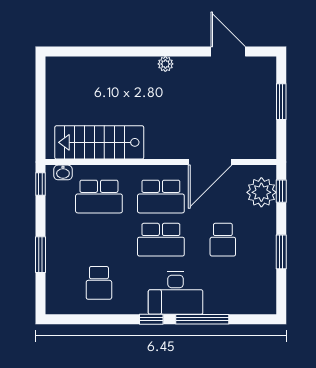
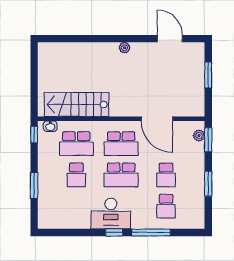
door: (210, 162) -> (157, 119), hinge flipped
window: (281, 191) -> (208, 140), width x1.50
plant: (261, 192) -> (199, 136), width x0.53, depth x0.53
school desk: (99, 283) -> (76, 175), moved
school desk: (223, 283) -> (166, 206), added
desk: (176, 293) -> (111, 214), moved

